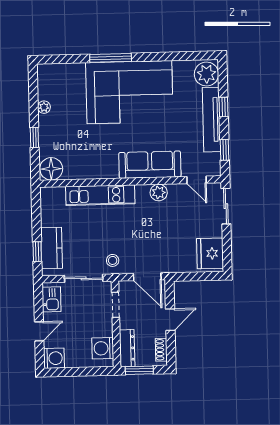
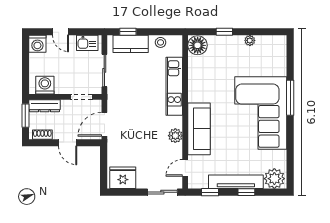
stool: (113, 260) -> (161, 42), moved

